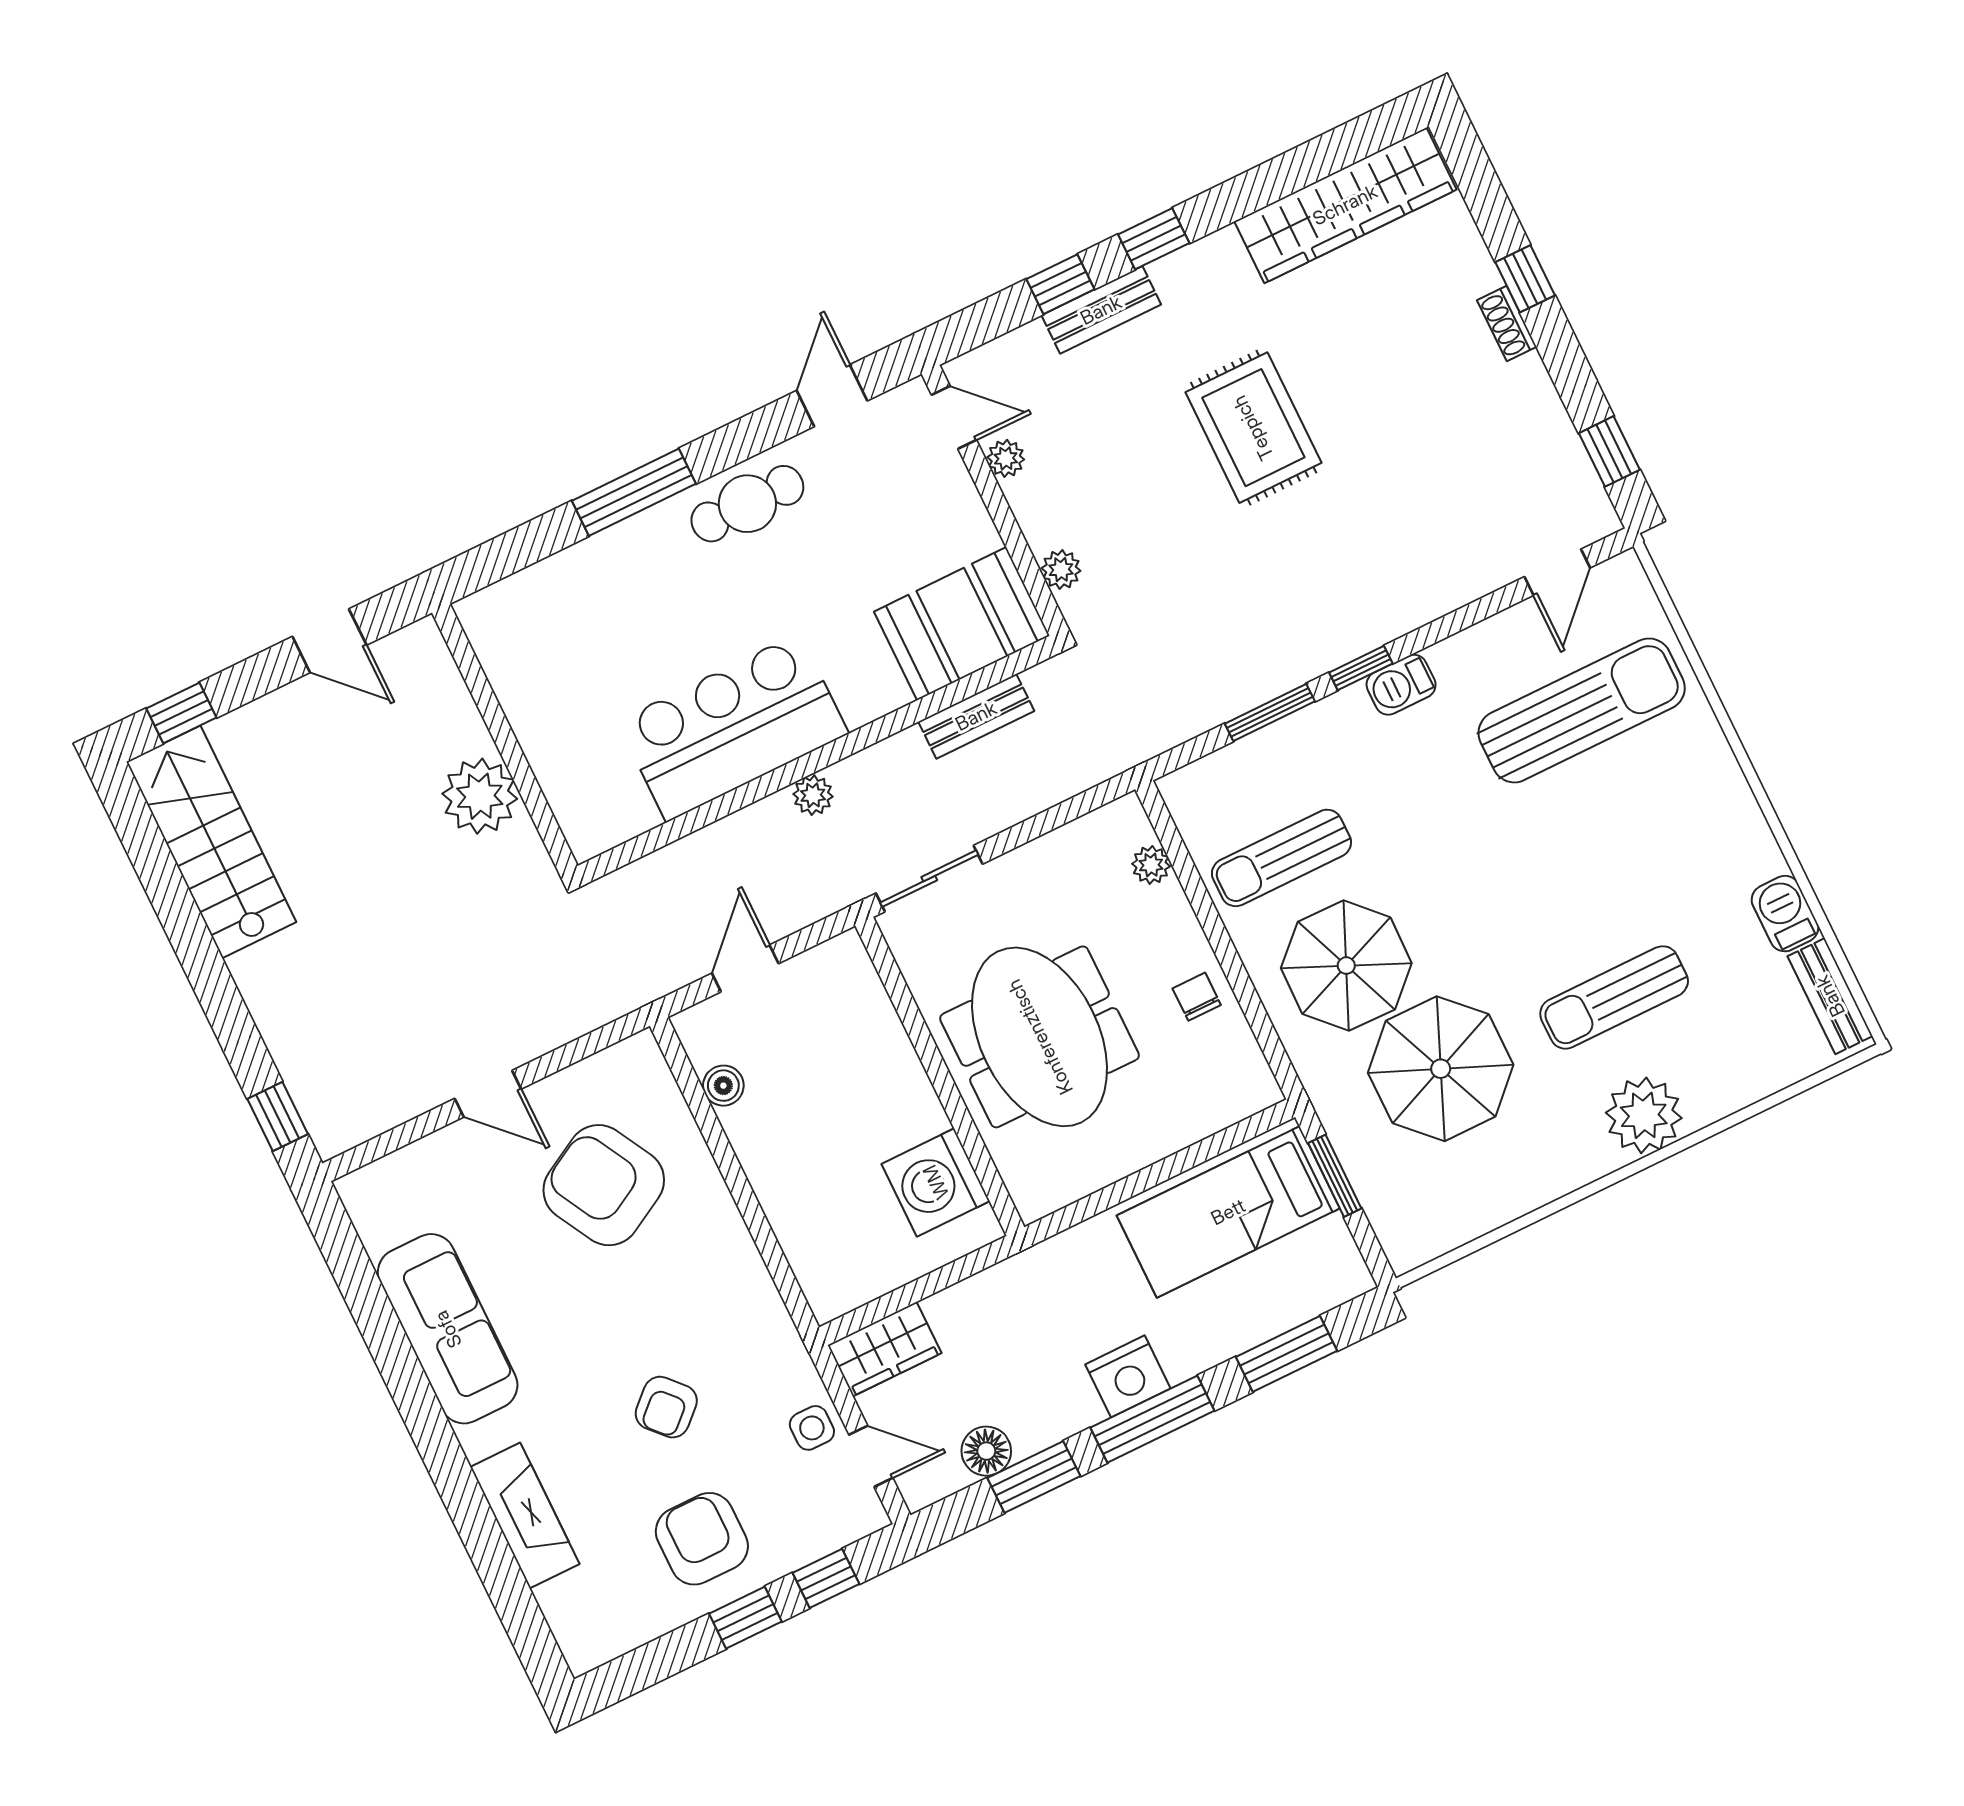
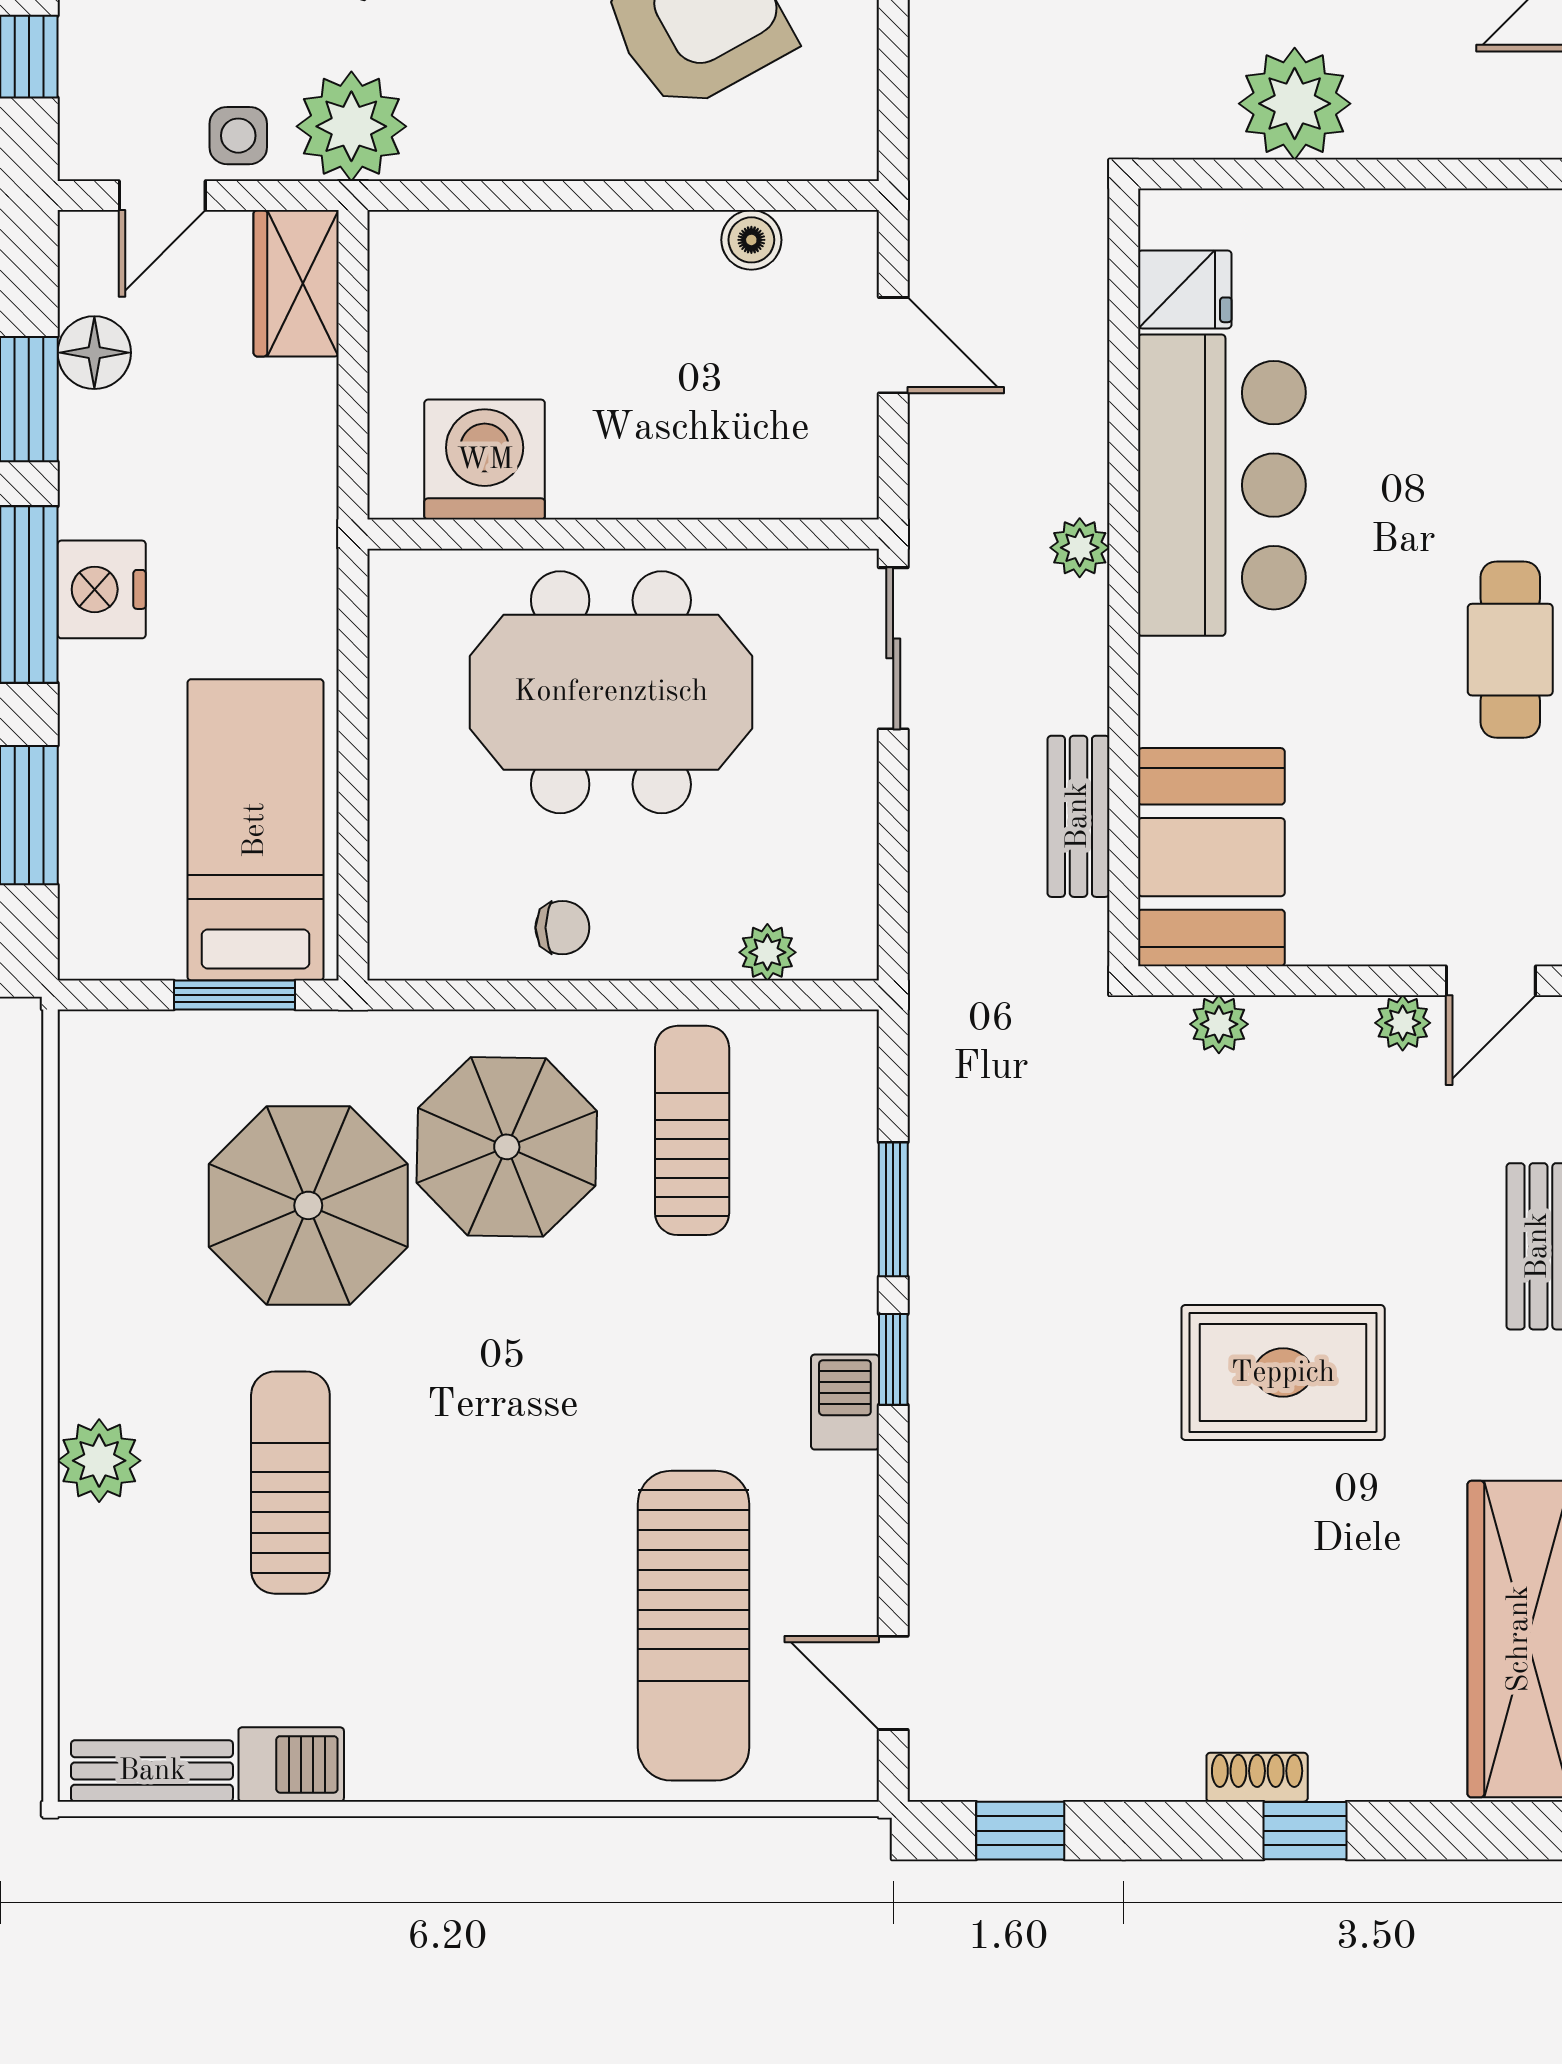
fridge: (625, 808) -> (1185, 289), added
plant: (1644, 1115) -> (99, 1461), width x0.73, depth x0.73
plant: (773, 1362) -> (351, 126), added

